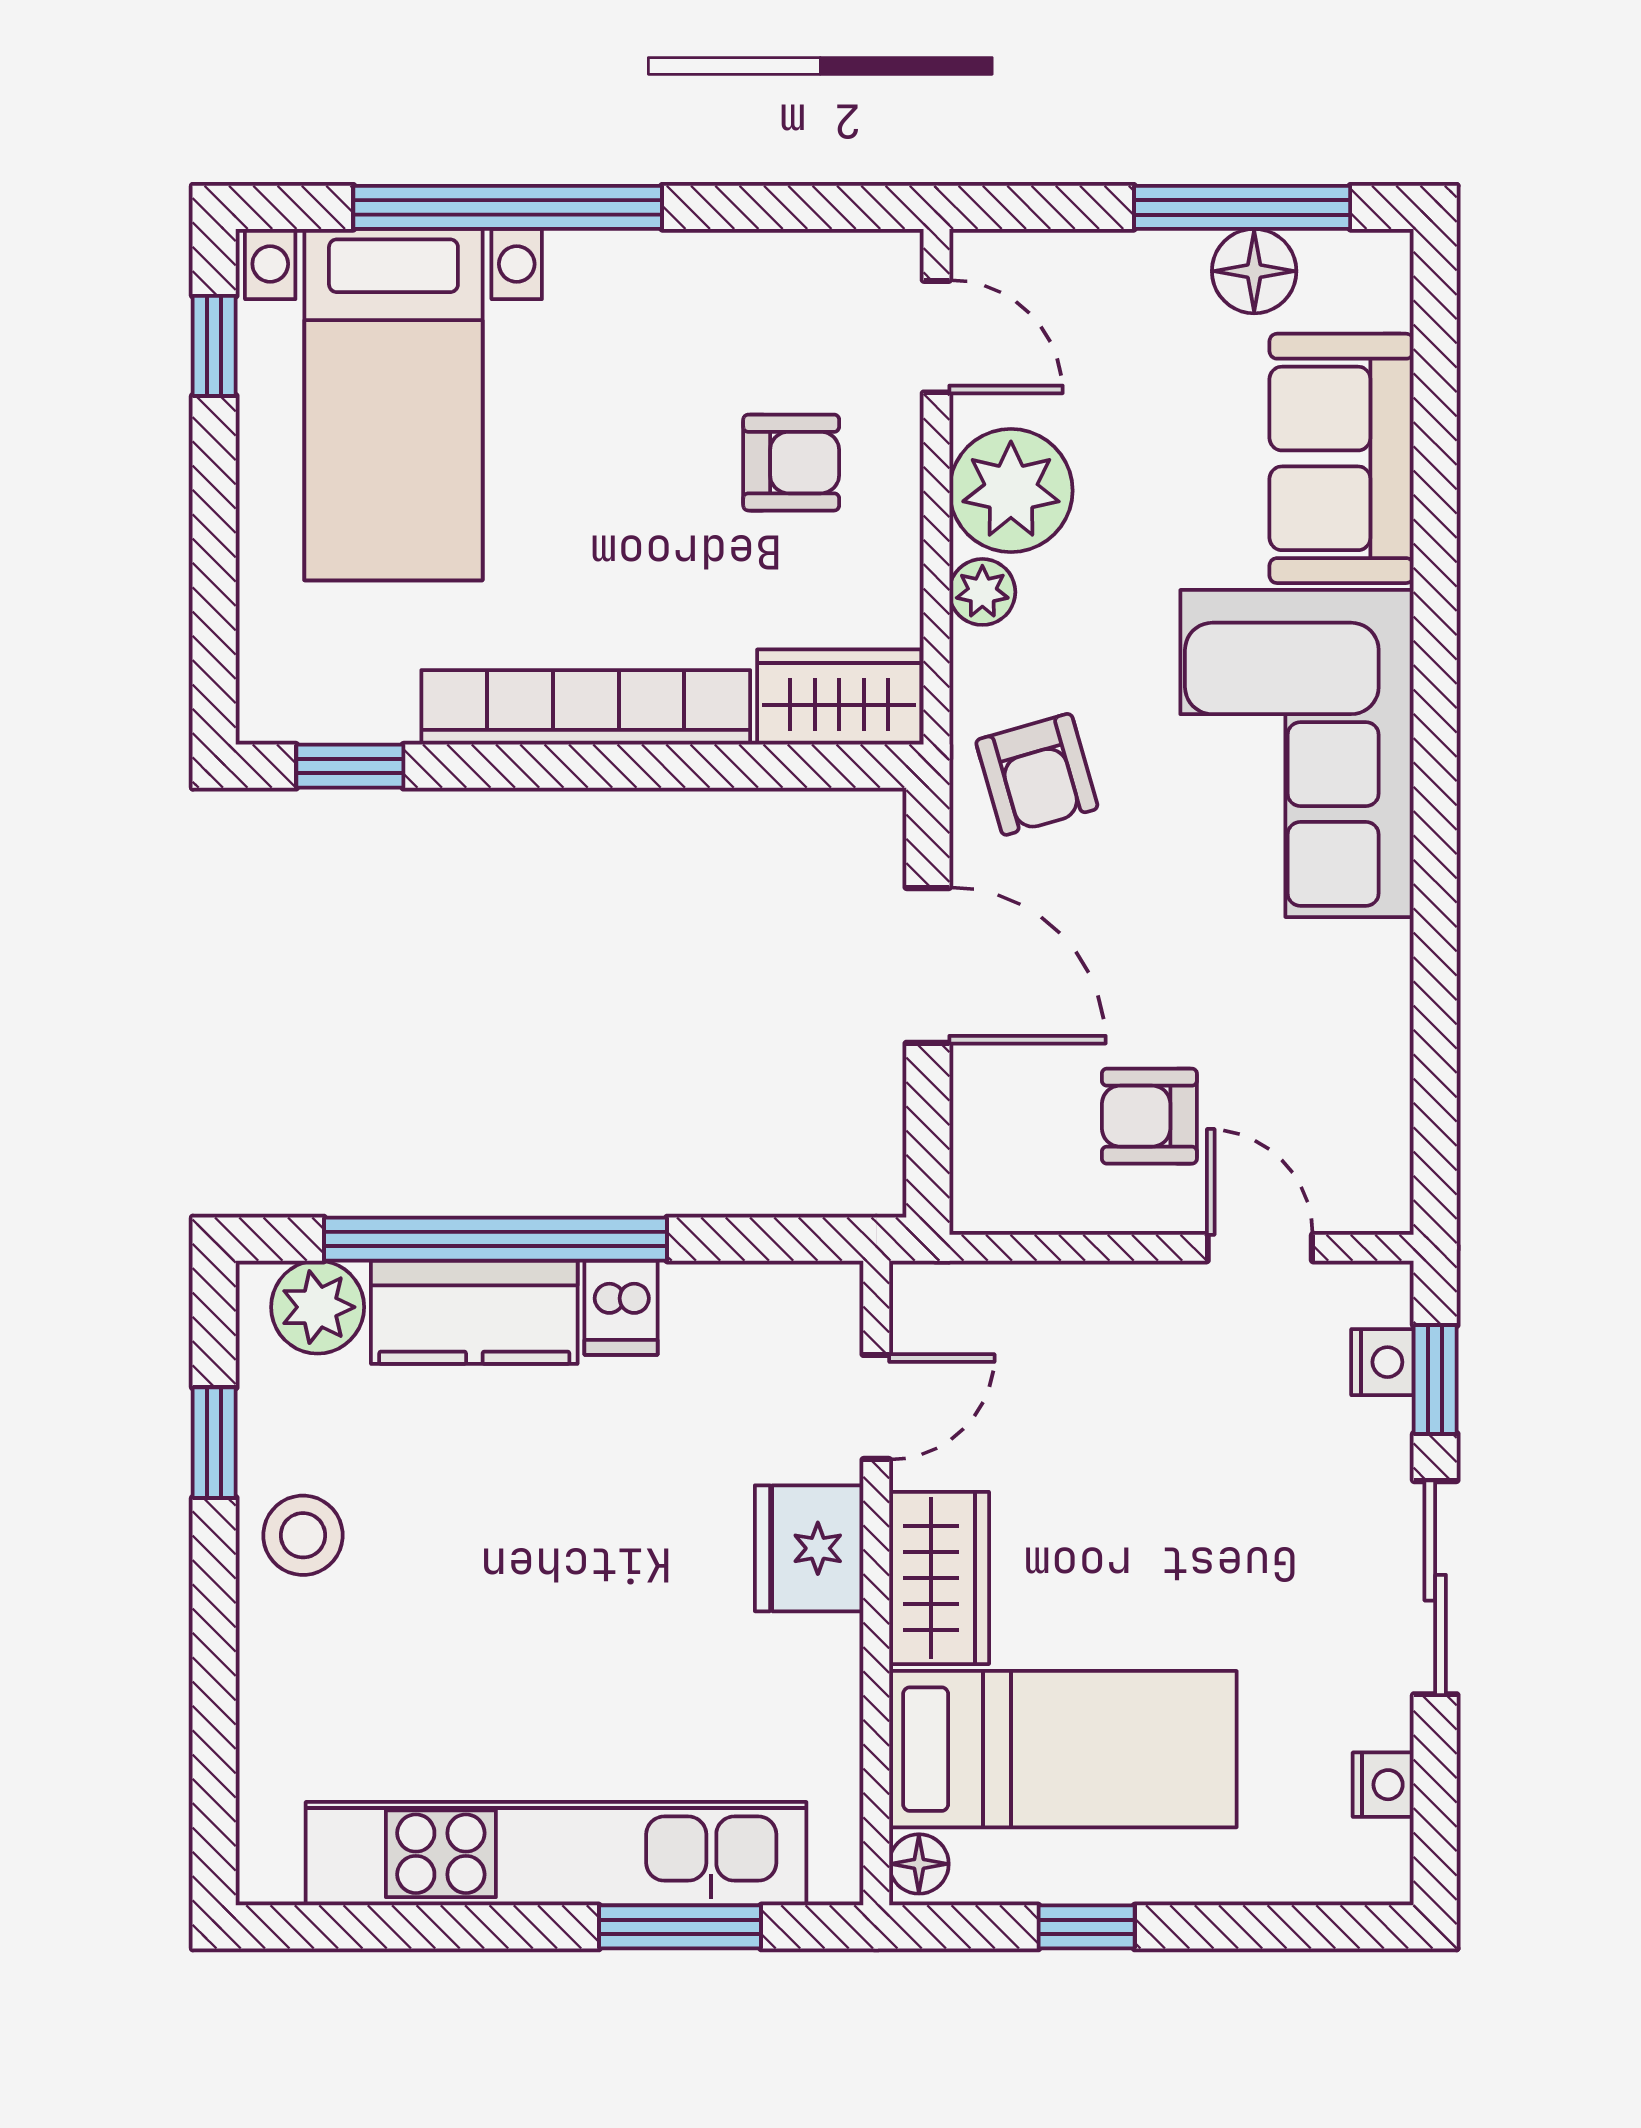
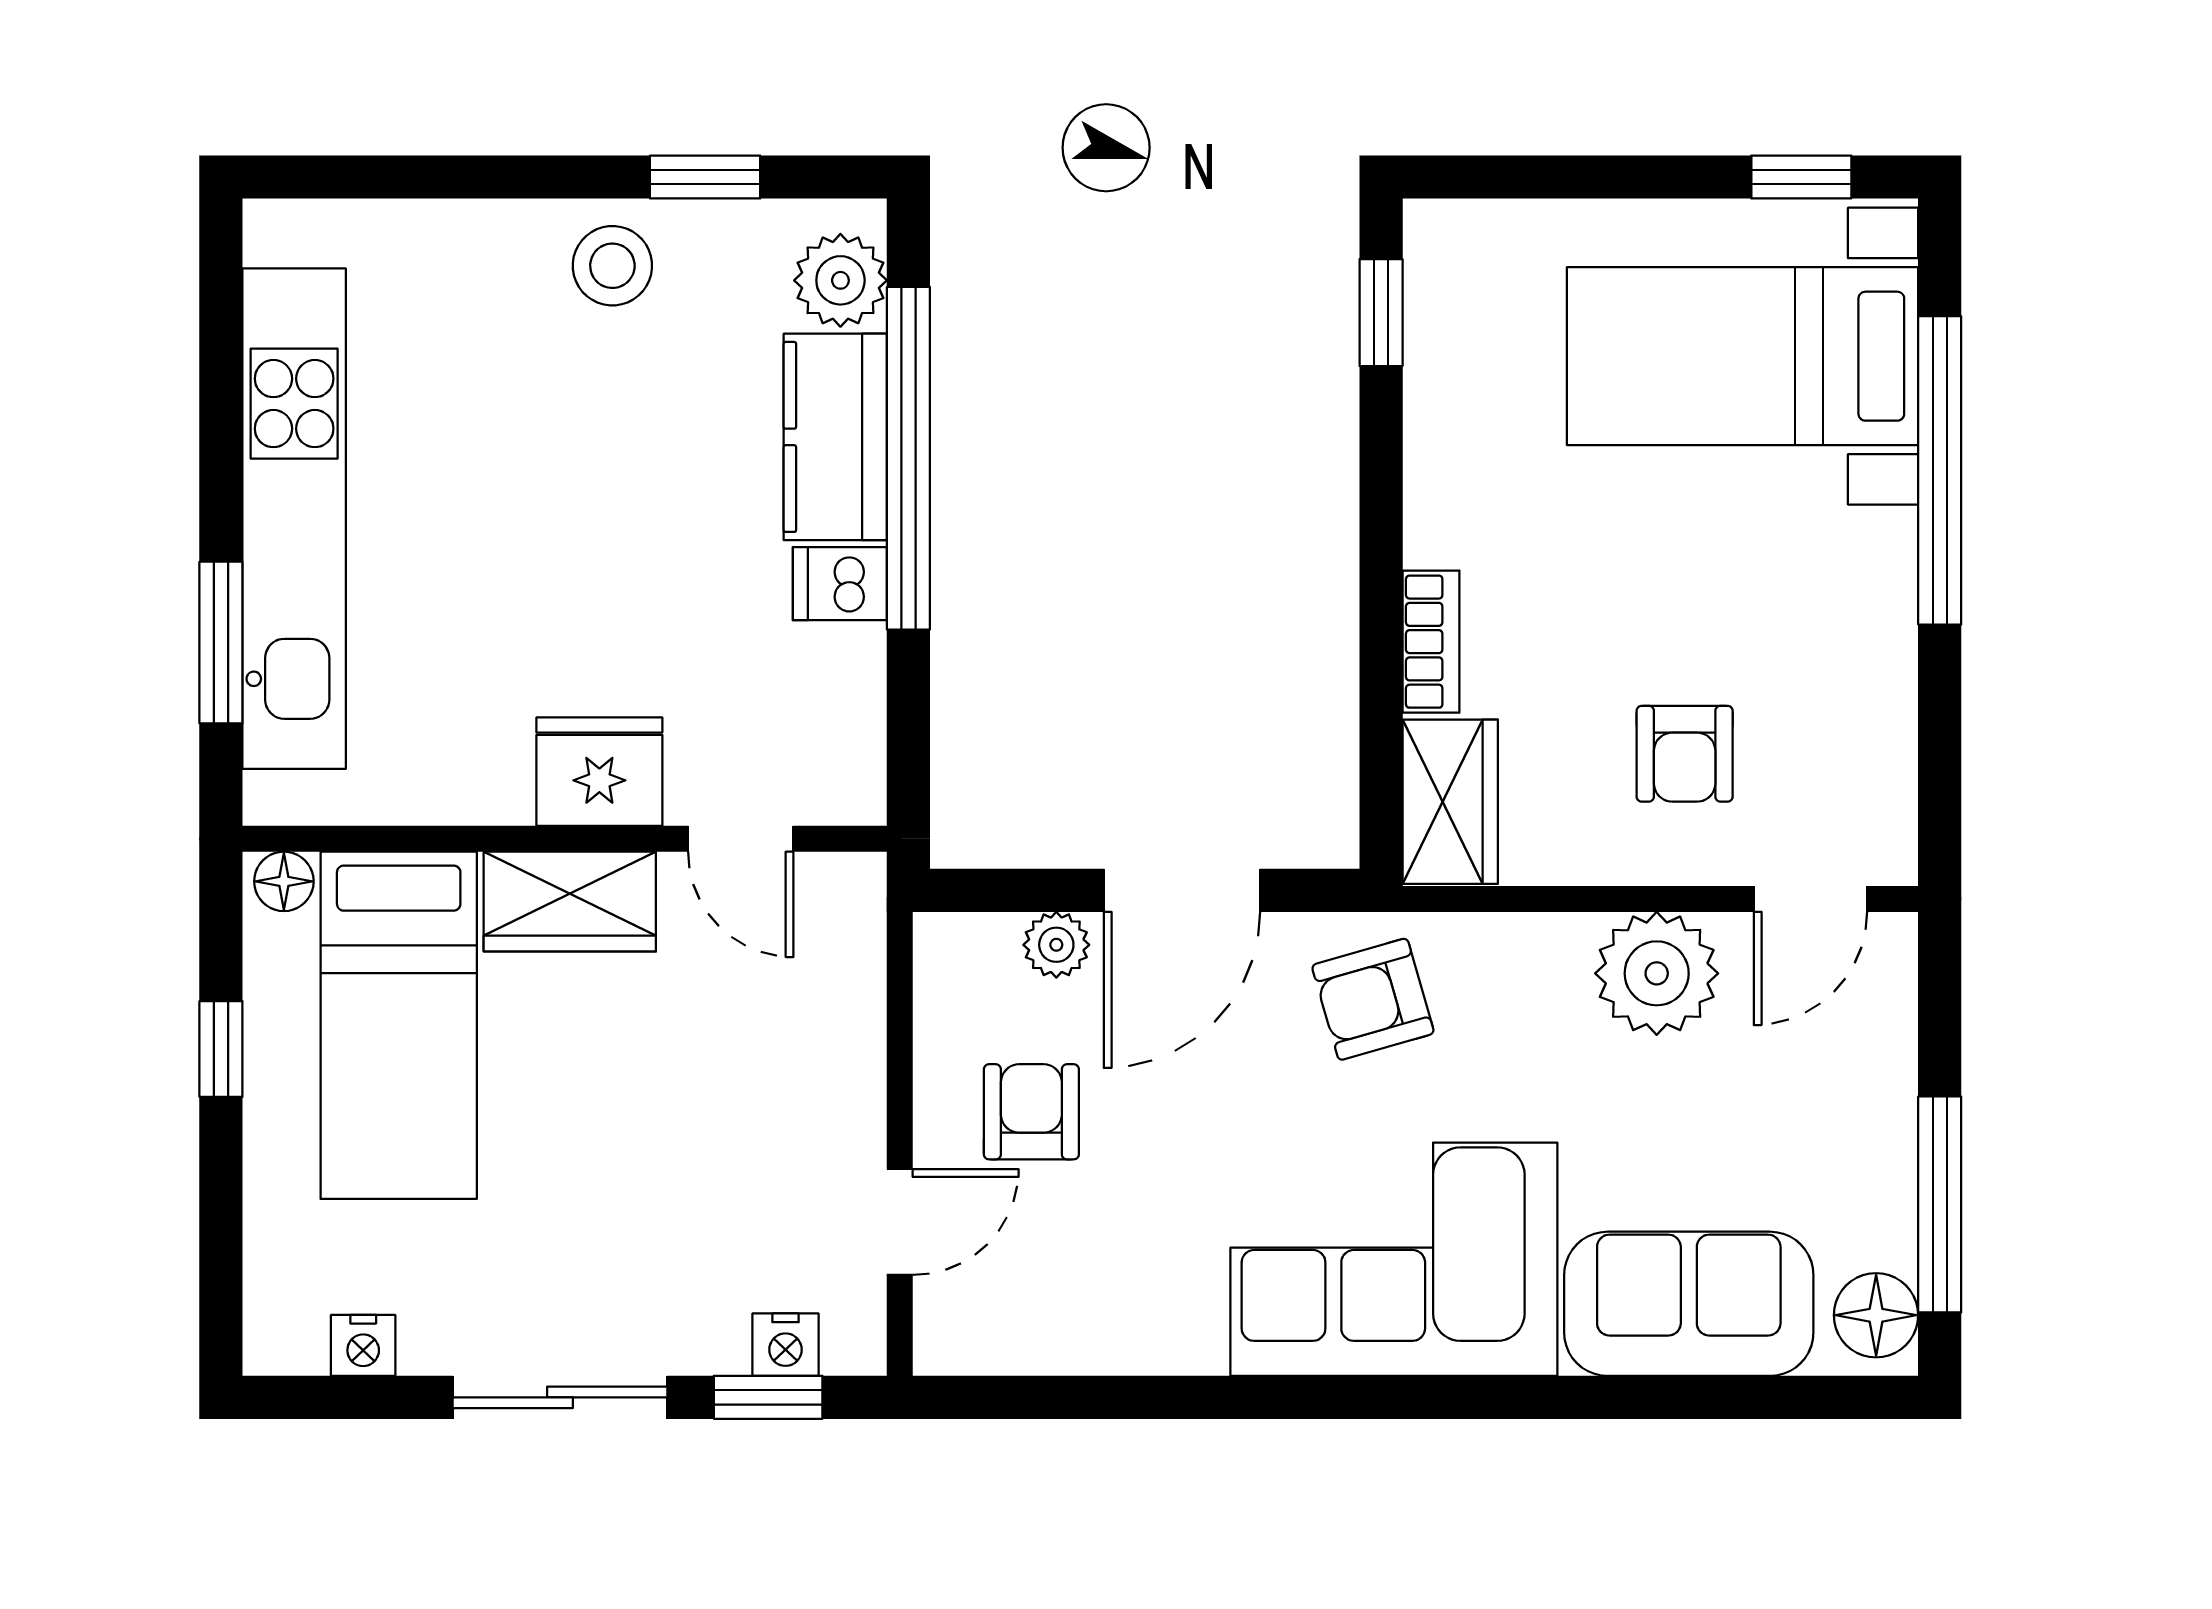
floor lamp: (1254, 271) -> (1876, 1315), moved
plant: (982, 592) -> (1056, 945), moved
bookcase: (586, 707) -> (1431, 642), width x0.43, depth x0.76

